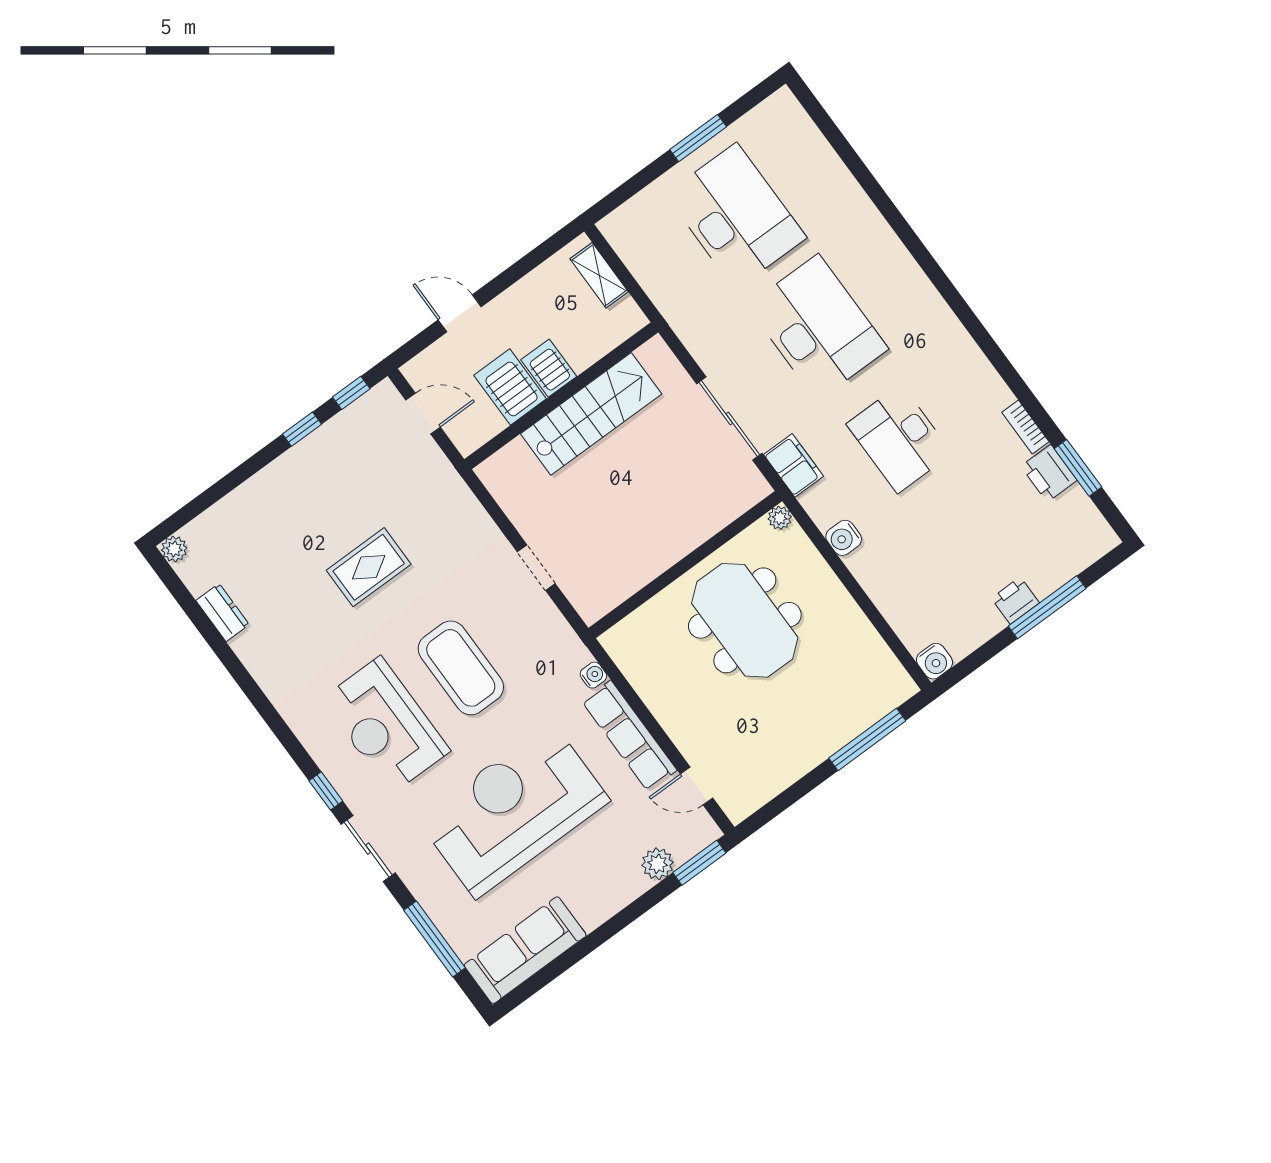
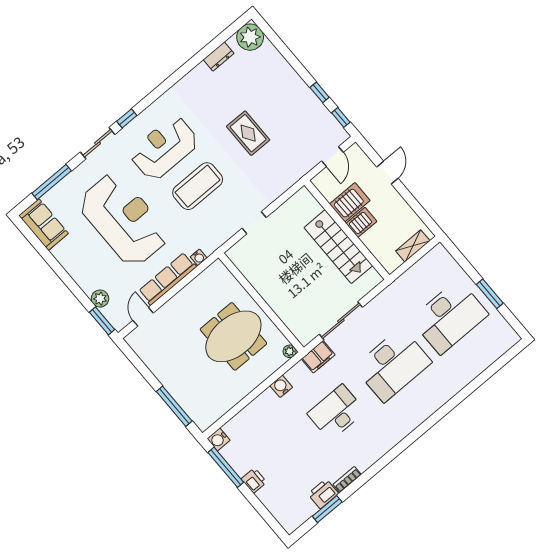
plant: (174, 549) -> (250, 37), width x1.87, depth x1.87
window: (1047, 607) -> (226, 467), moved
sofa: (525, 950) -> (44, 225), width x0.73

